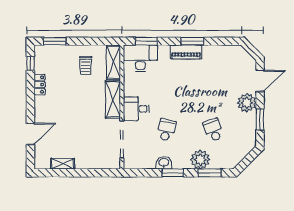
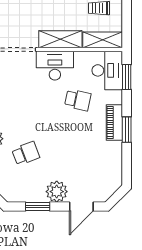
door: (260, 81) -> (81, 207), hinge flipped
desk: (136, 109) -> (55, 66), width x1.37
school desk: (166, 130) -> (78, 100), moved

